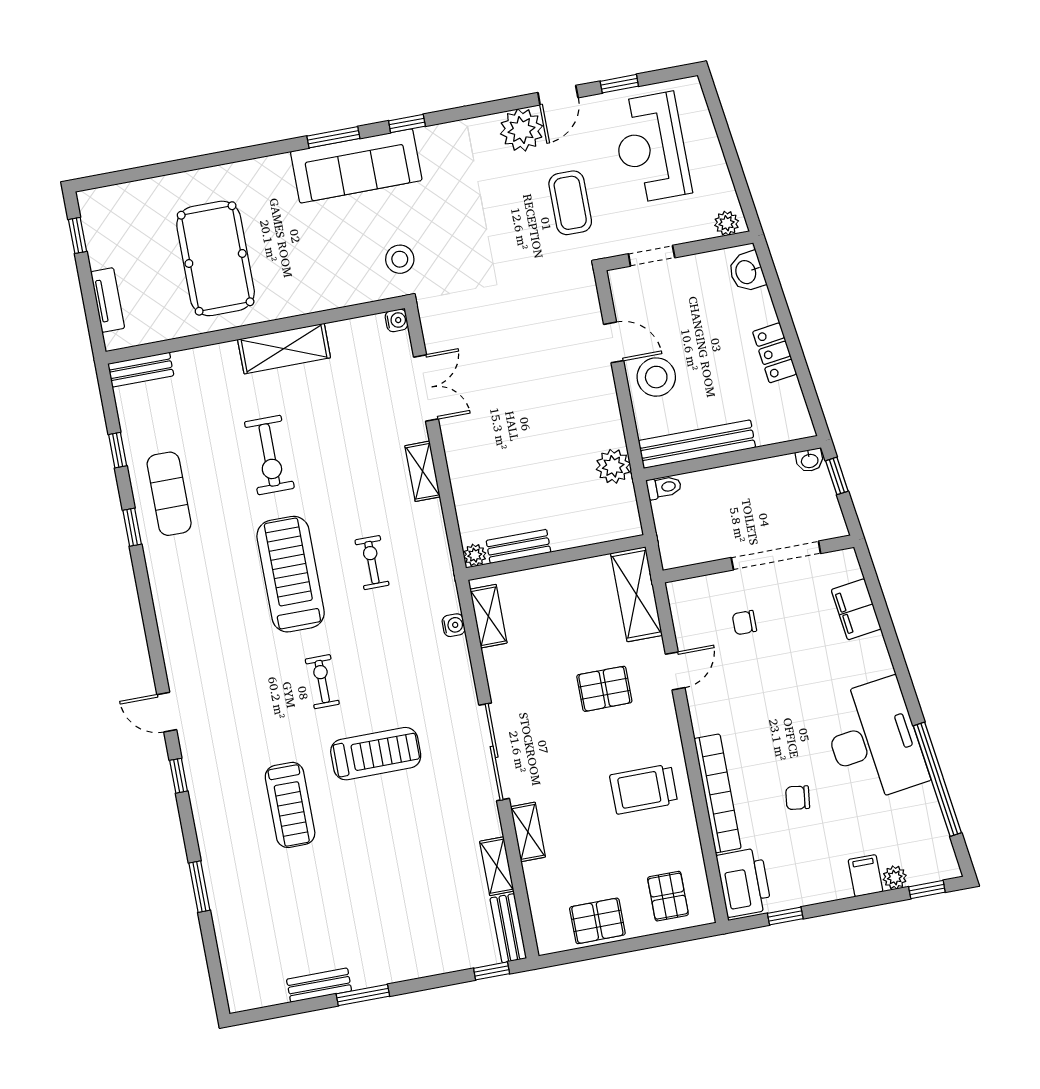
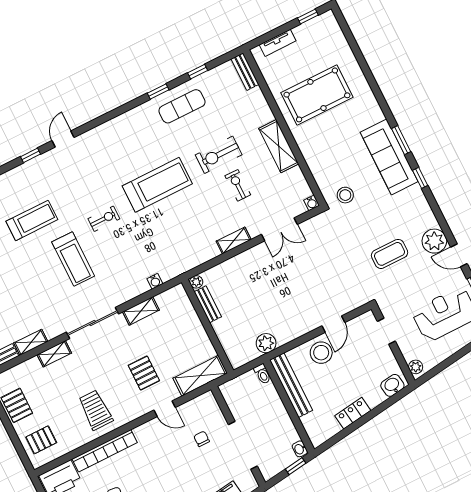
coffee table: (570, 203) -> (390, 254), moved
exercise bike: (372, 563) -> (238, 185), moved, turned -90
shelving: (488, 616) -> (141, 311), moved
treadmill: (290, 805) -> (32, 220), turned 180

